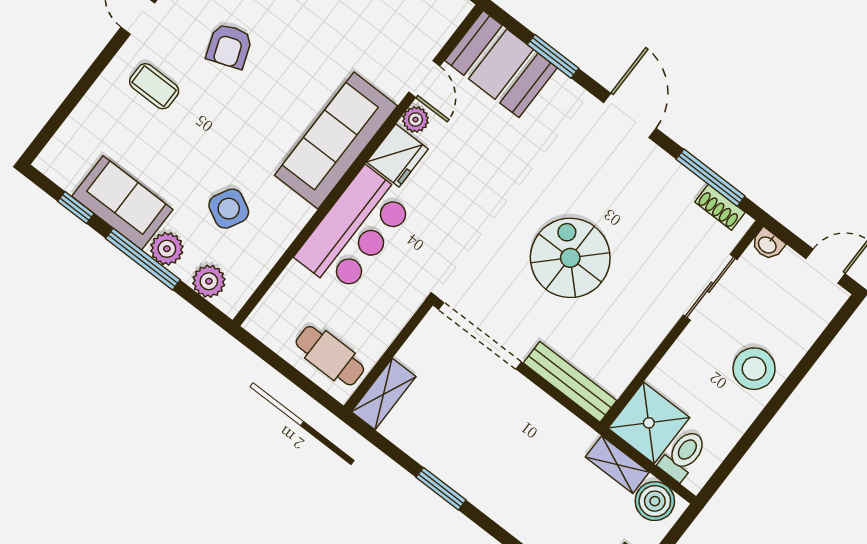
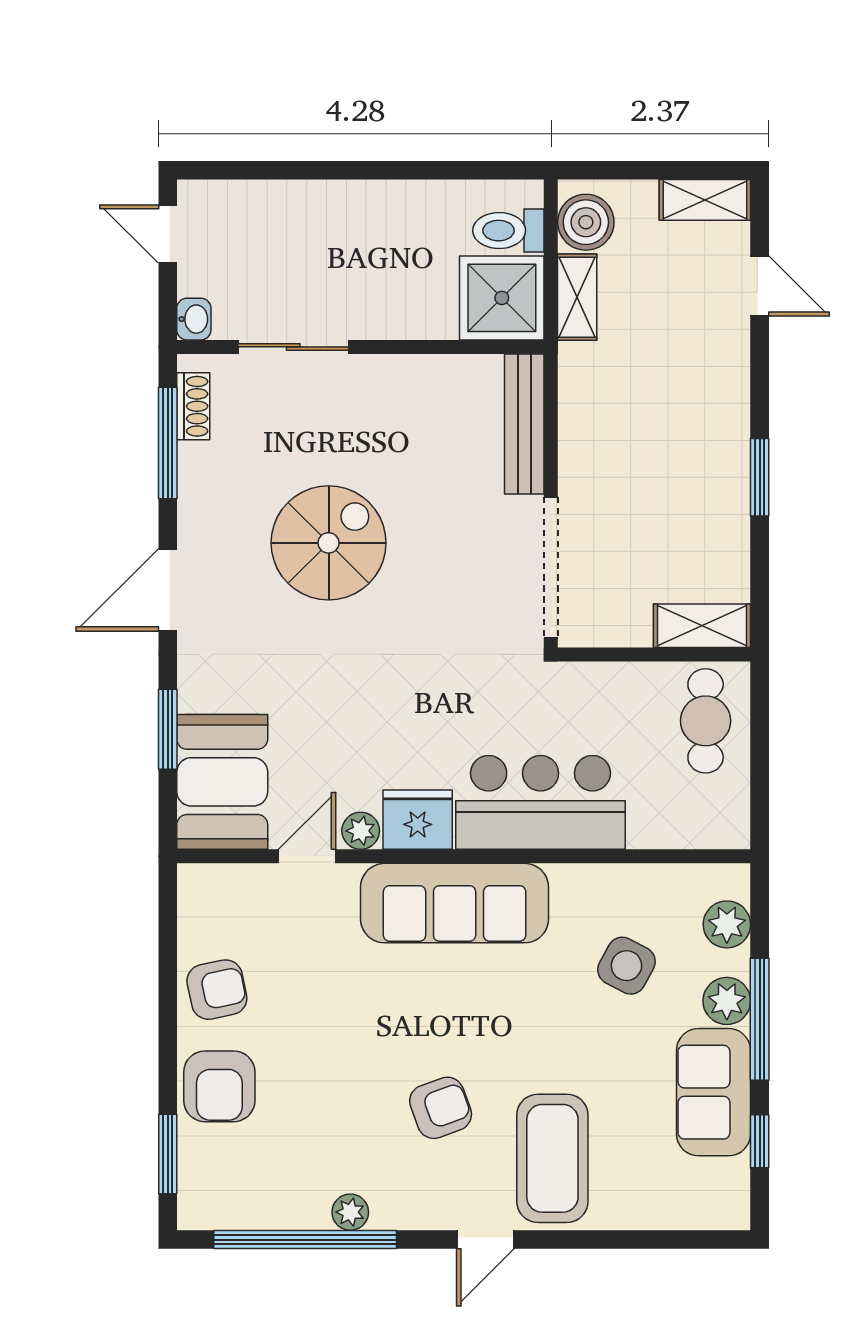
coffee table: (154, 86) -> (552, 1158), width x1.86, depth x1.72
spiral stairs: (570, 258) -> (329, 543), moved, turned 180
stool: (754, 369) -> (347, 225), removed

